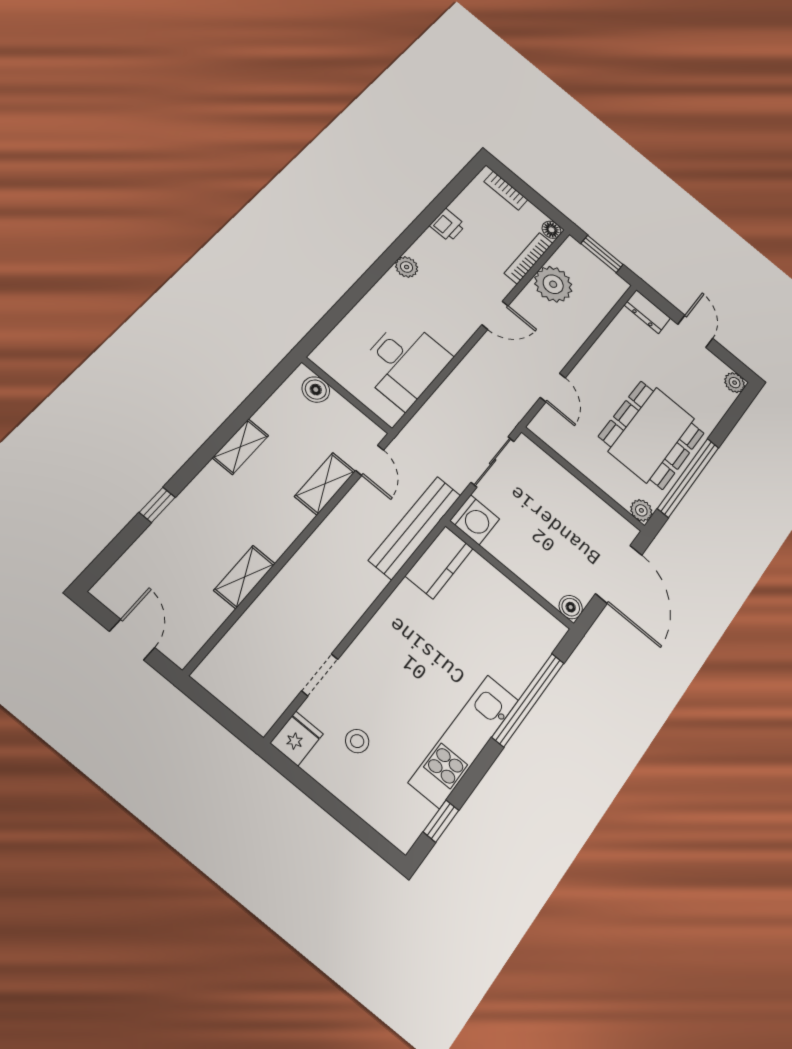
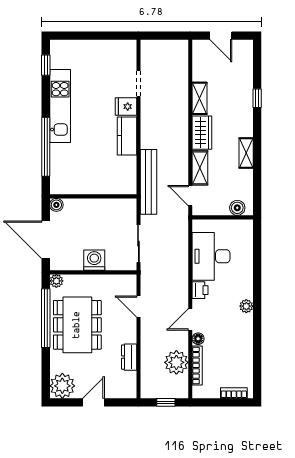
printer: (448, 225) -> (200, 290), moved, turned 180
floor lamp: (551, 230) -> (198, 339), moved
window: (602, 254) -> (166, 402), width x0.67
dresser: (647, 312) -> (129, 357), moved, turned -90
door: (695, 331) -> (93, 402), swing flipped
plant: (735, 383) -> (62, 386), width x1.87, depth x1.87
washing machine: (475, 520) -> (94, 260), moved, turned 90
wardrobe: (282, 527) -> (202, 133), added
kitchen counter: (439, 562) -> (127, 136), moved
fridge: (297, 738) -> (126, 107), moved, turned 90
stool: (357, 741) -> (103, 69), removed

